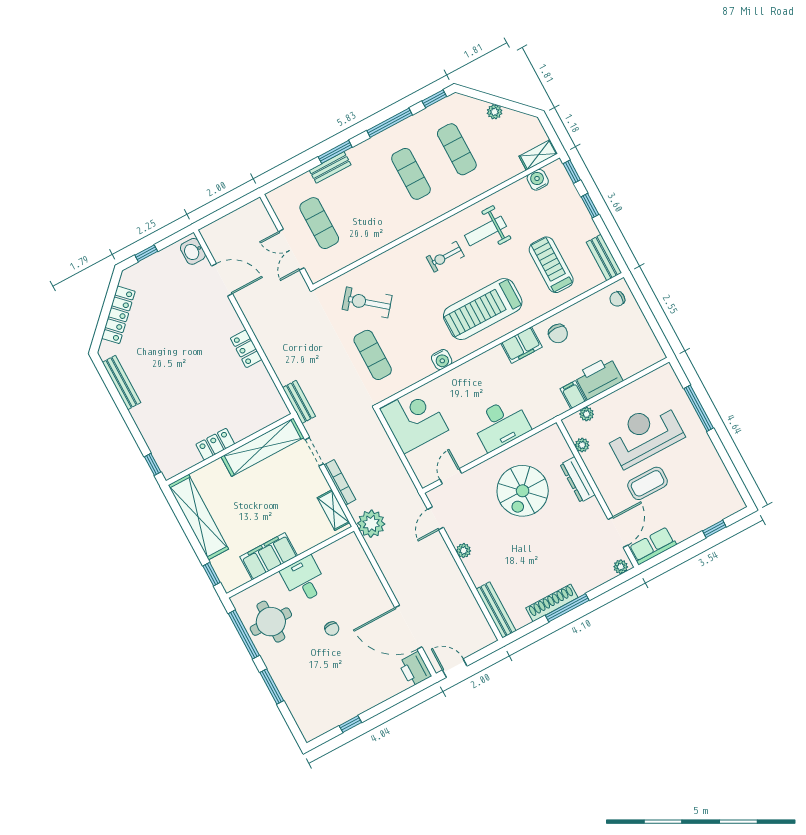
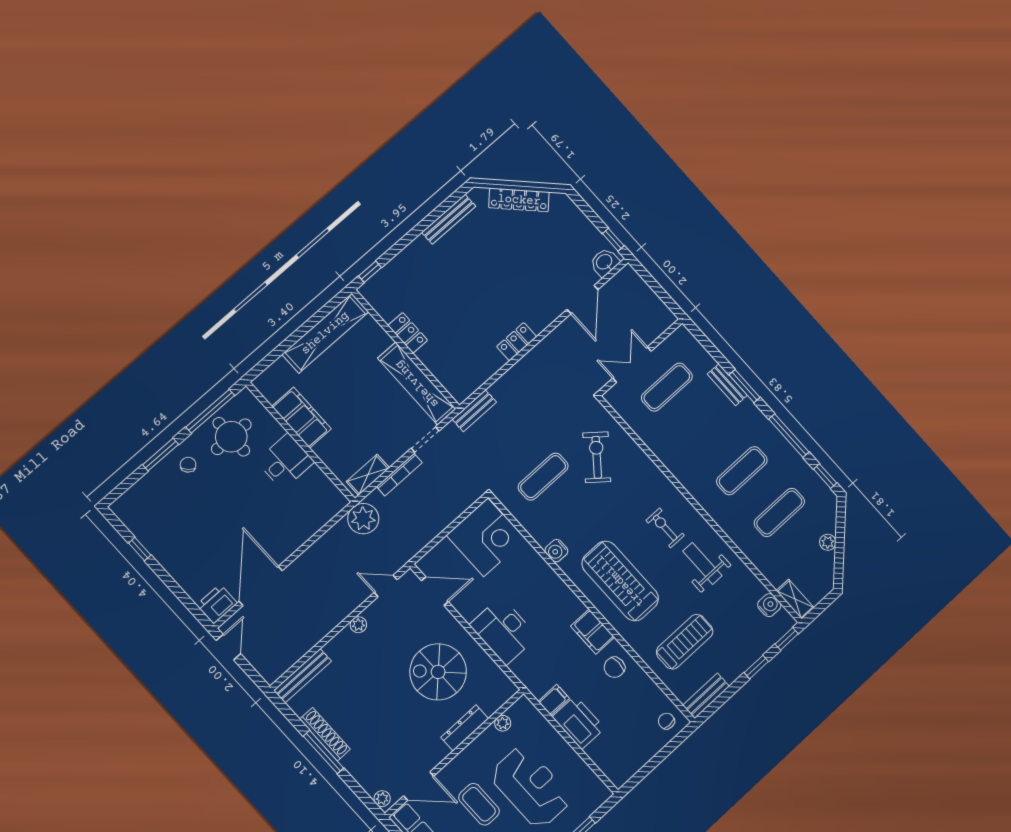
window: (146, 253) -> (613, 240), moved
plant: (587, 414) -> (537, 720), removed
door: (451, 476) -> (435, 591), width x1.38
window: (212, 574) -> (267, 361), removed
chair: (332, 629) -> (188, 465), moved, turned 135

